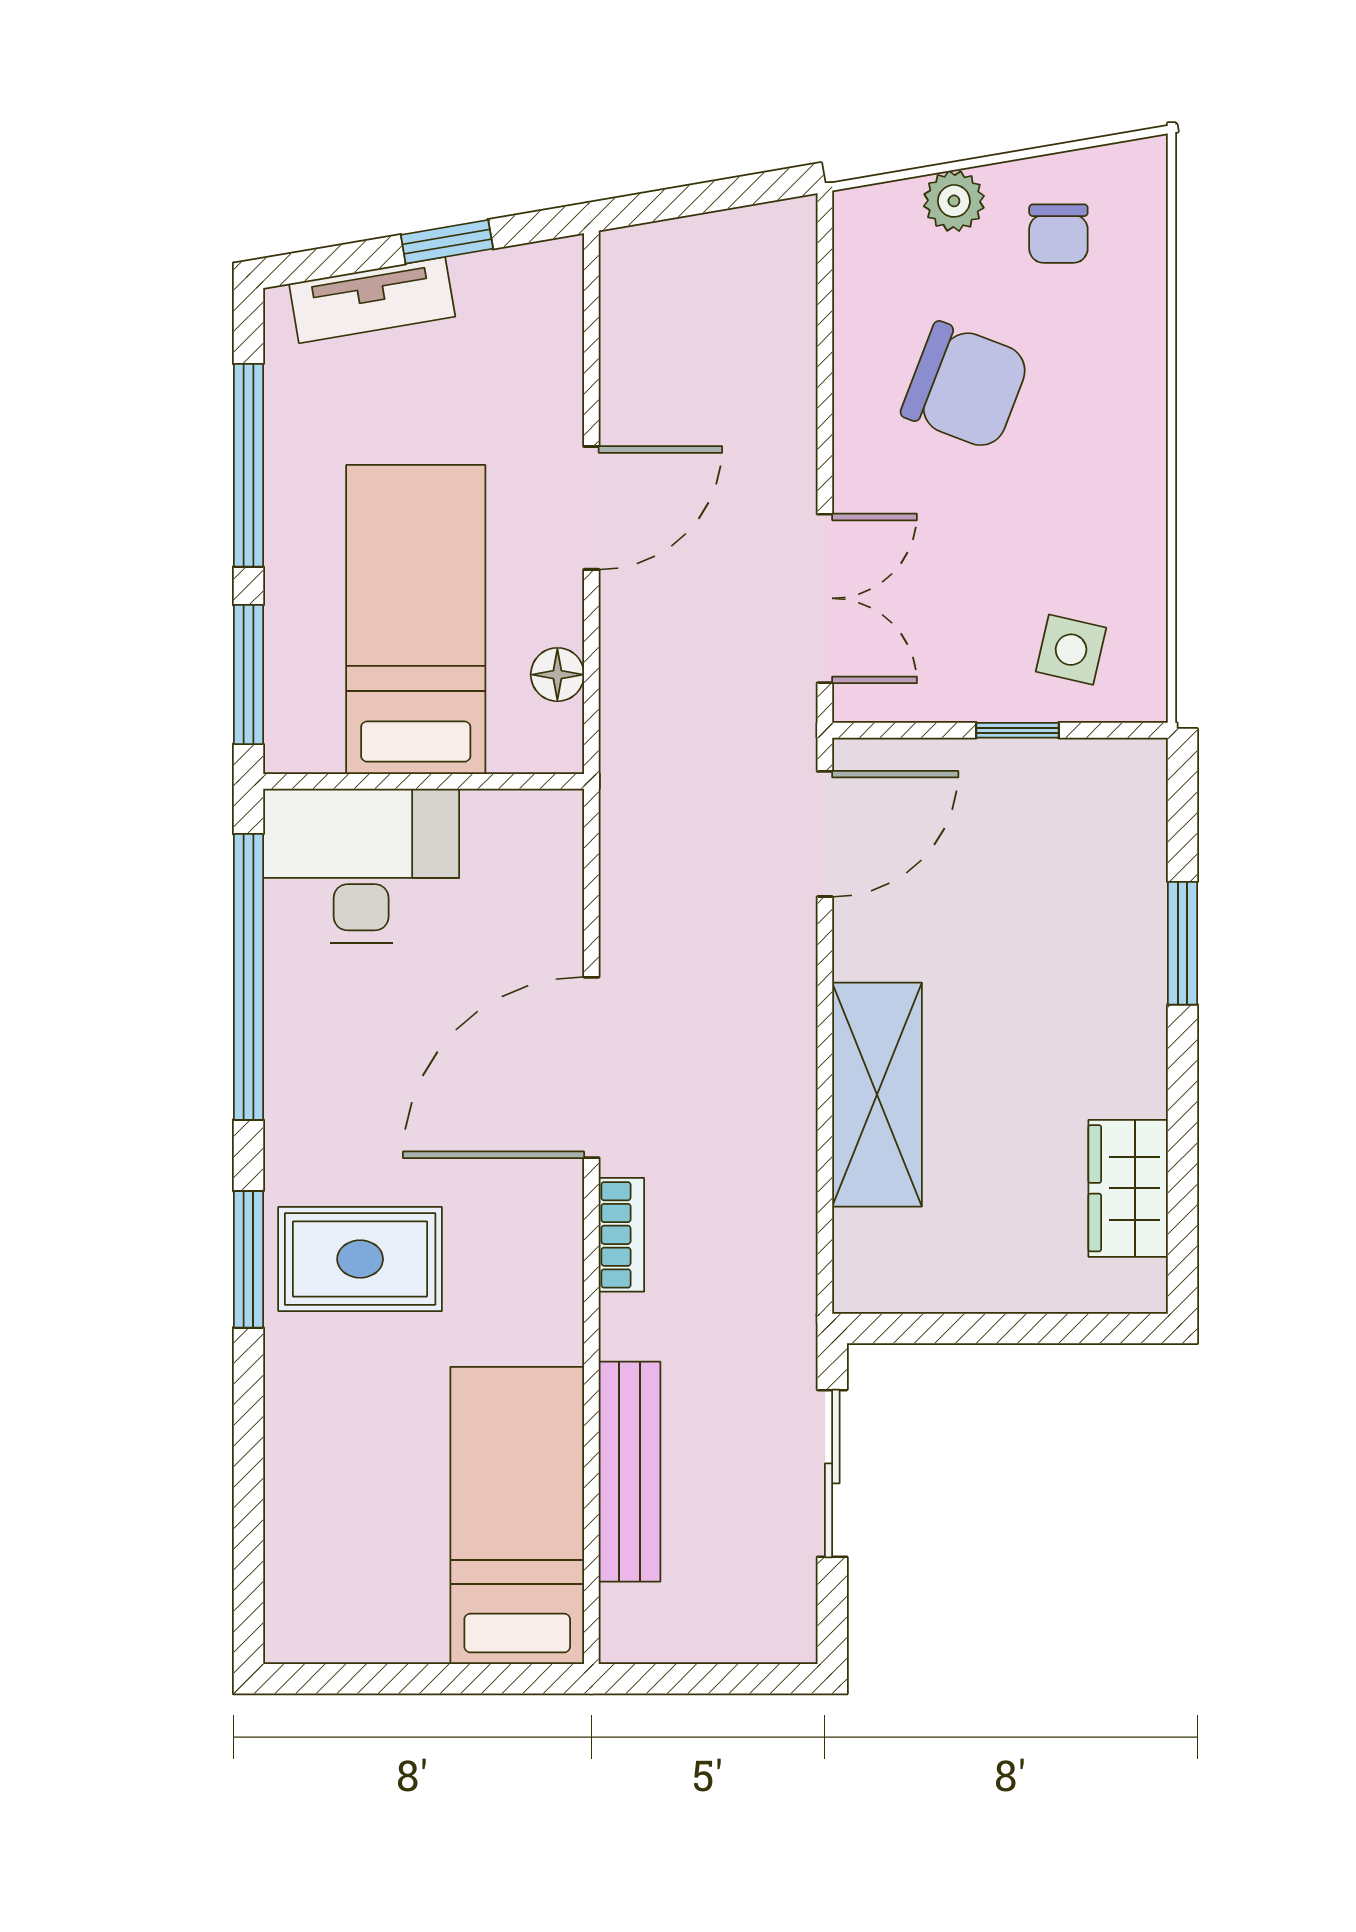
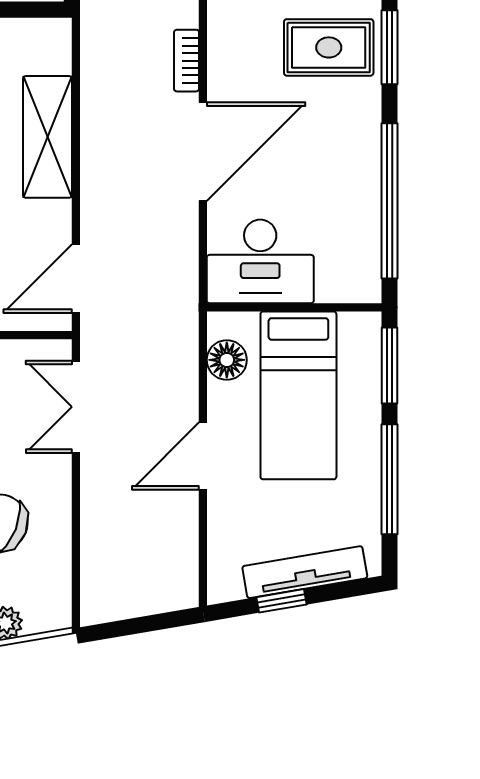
tv unit: (372, 300) -> (305, 572), width x1.41
floor lamp: (557, 675) -> (227, 360), width x1.37, depth x1.37
desk: (361, 866) -> (260, 261), moved

